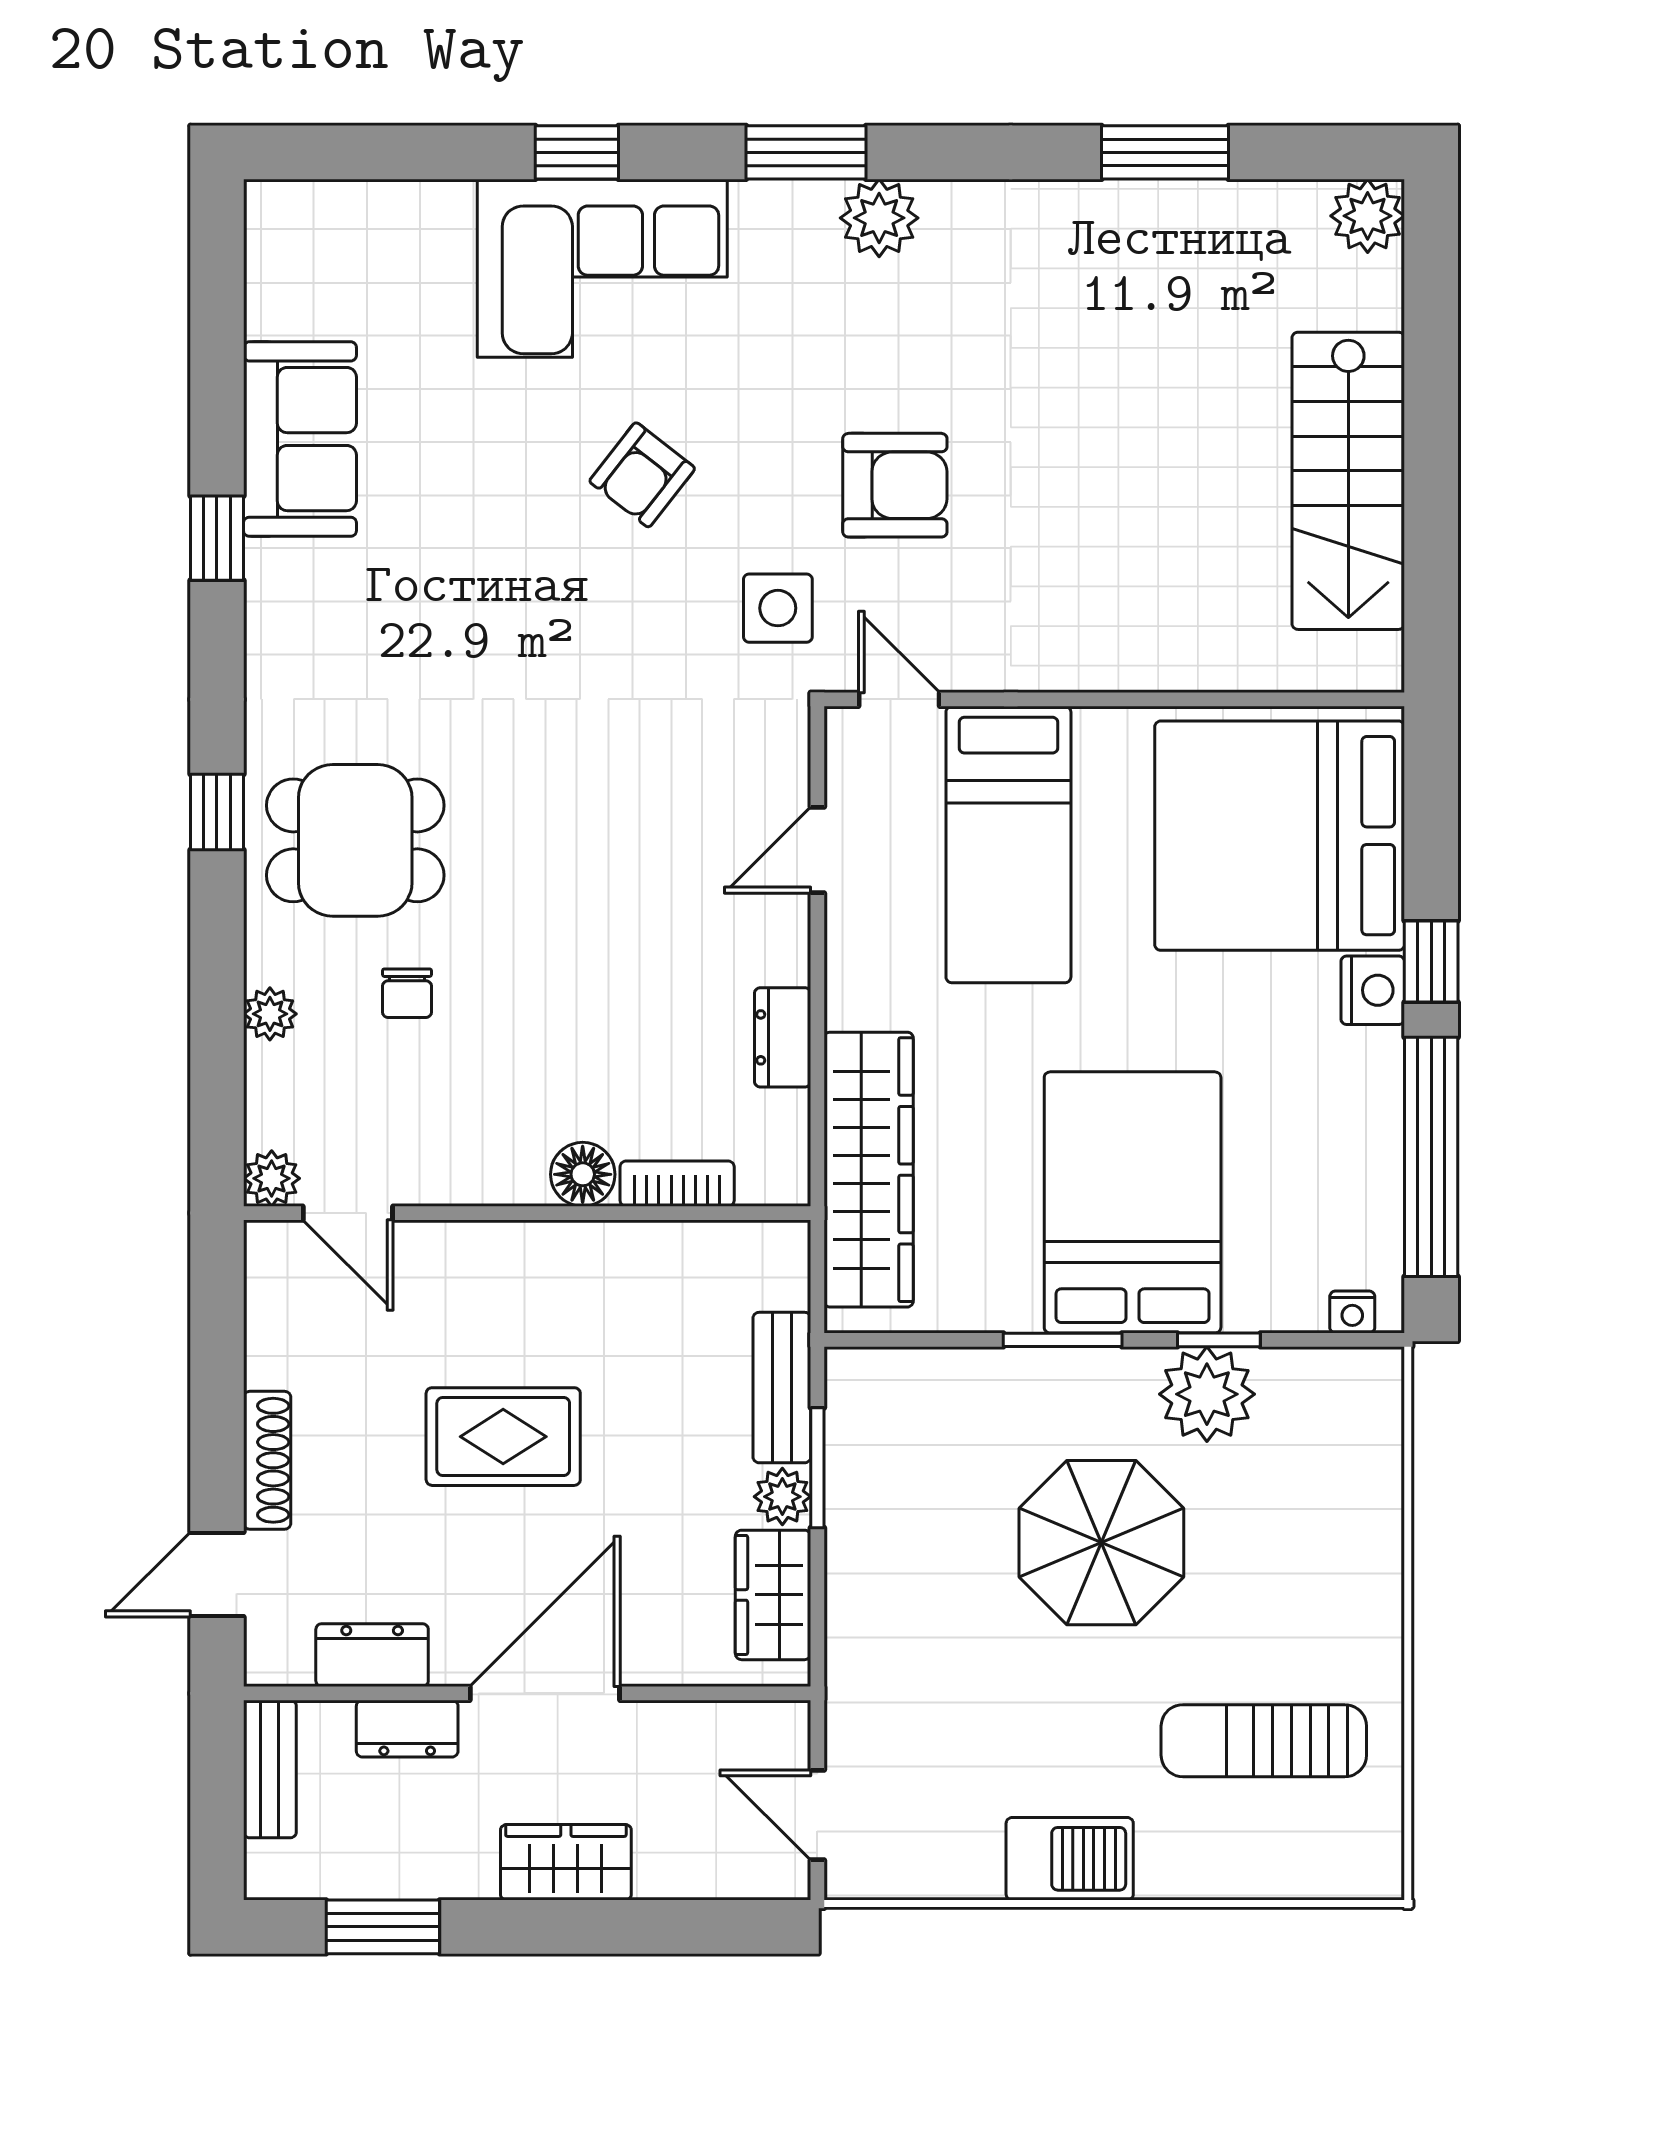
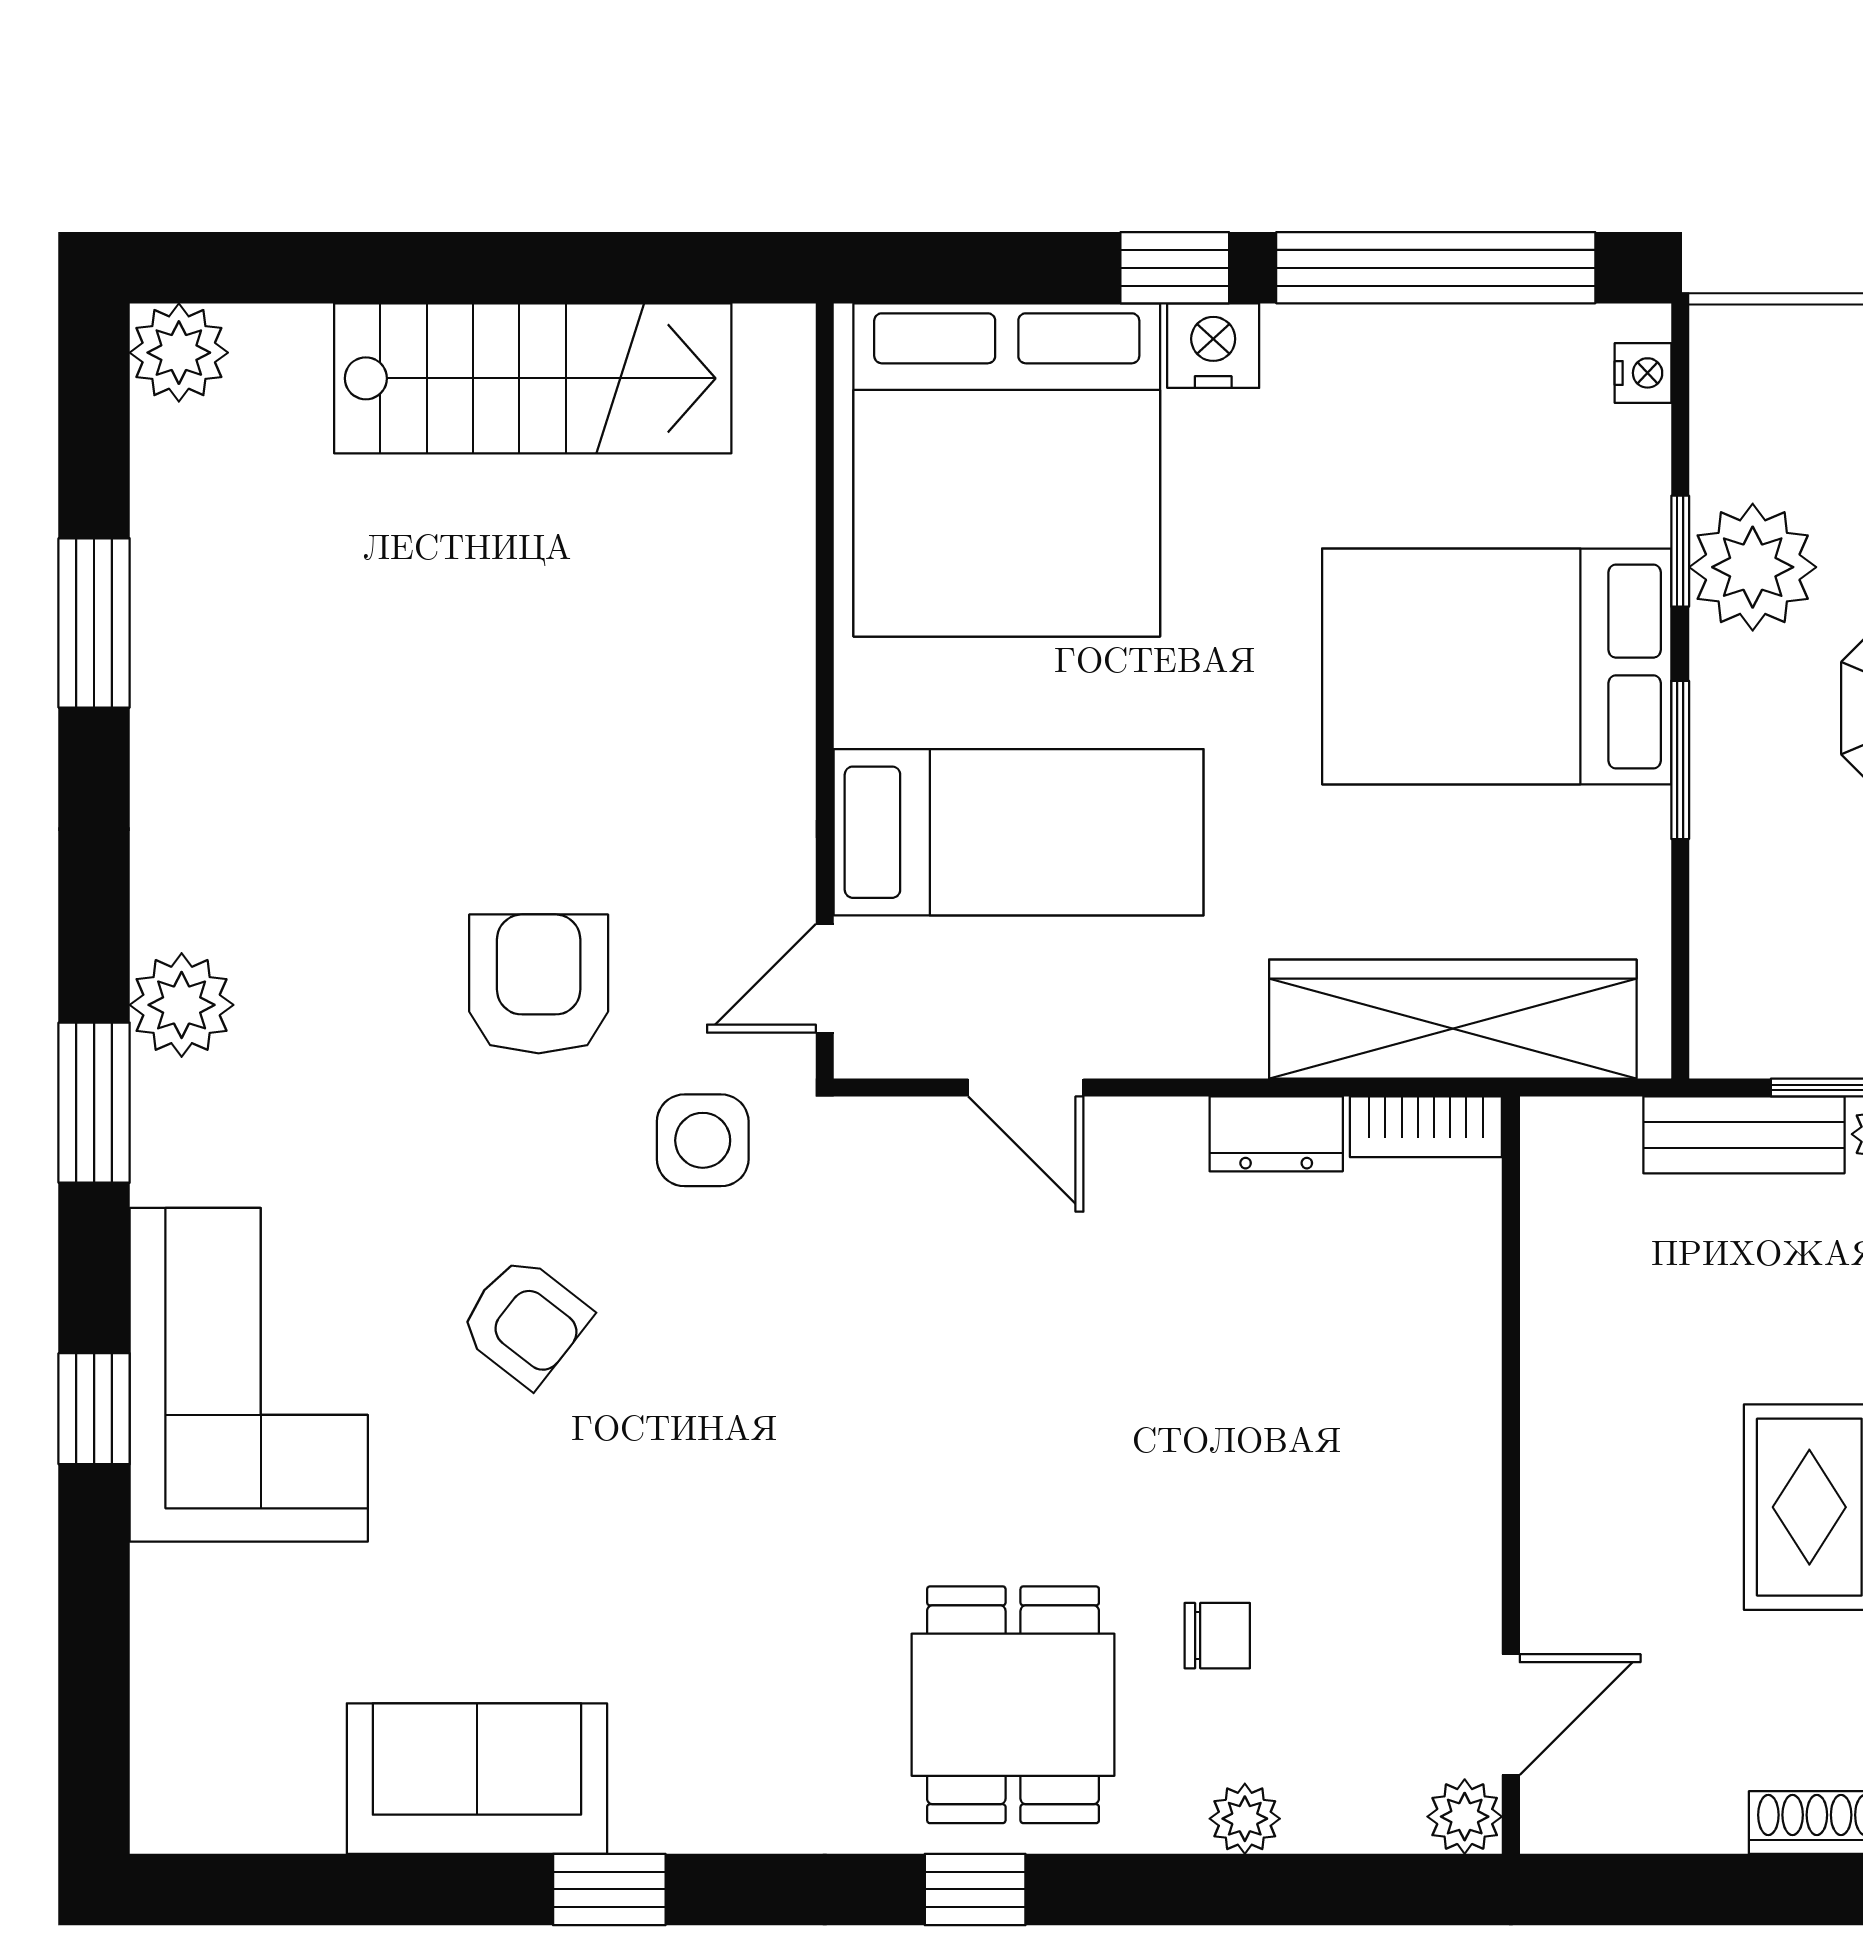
floor lamp: (583, 1174) -> (1459, 1401), removed
bookcase: (677, 1184) -> (1426, 1127), moved, turned -90

